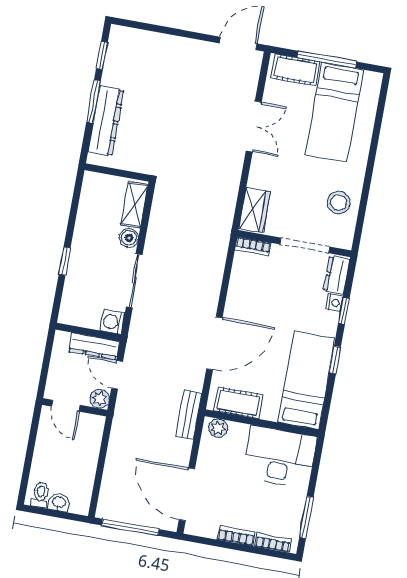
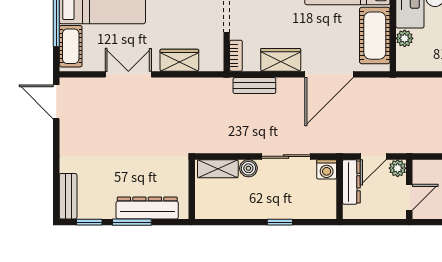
bench: (134, 38) -> (68, 196), added
wardrobe: (254, 210) -> (179, 60), moved
wardrobe: (240, 294) -> (281, 60), added
door: (214, 343) -> (329, 74), swing flipped
cot: (238, 403) -> (375, 36), width x1.37, depth x1.34
bench: (189, 415) -> (254, 86), moved
plant: (218, 428) -> (405, 38), moved

